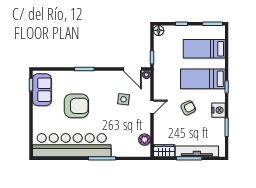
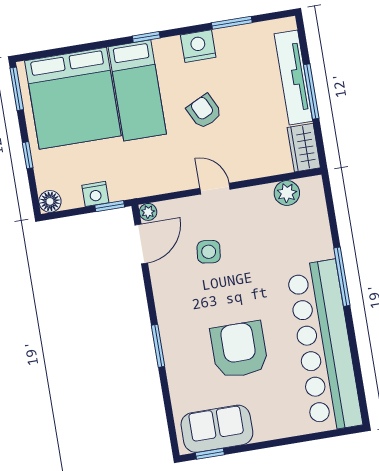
bed: (204, 49) -> (73, 98), width x2.04
nightstand: (159, 52) -> (95, 194), added

